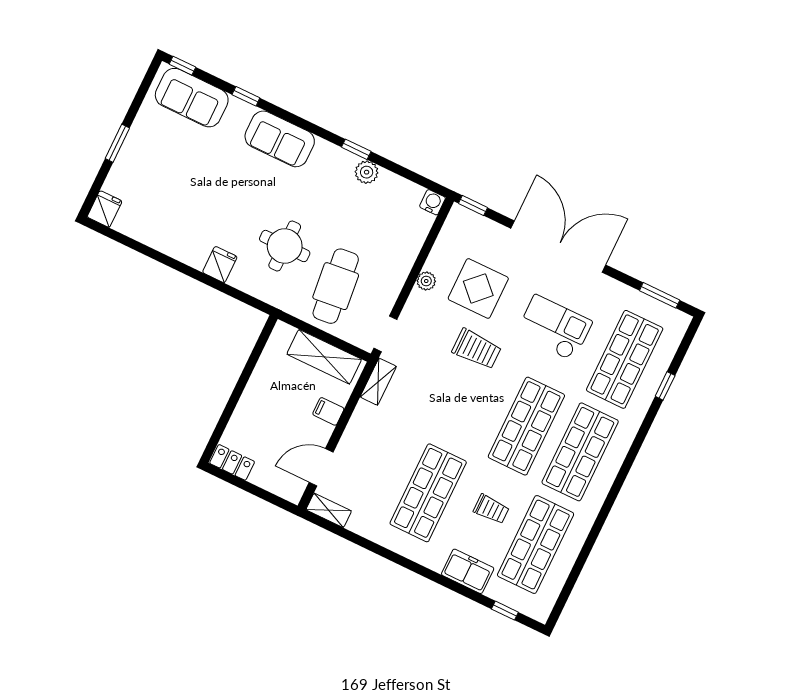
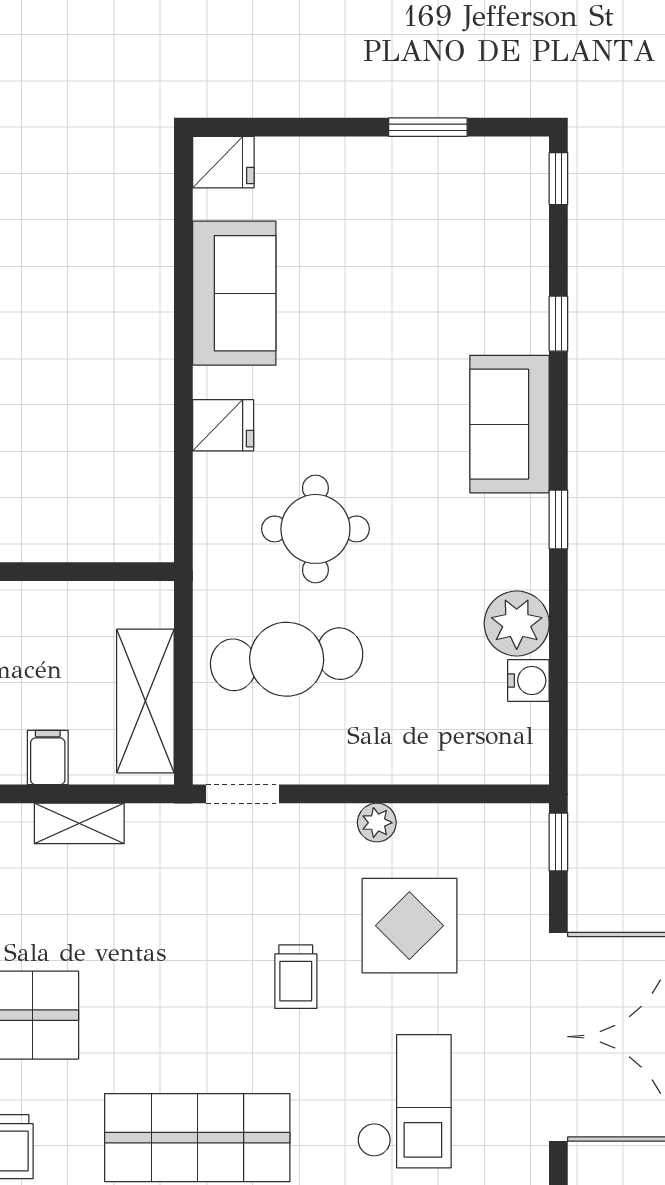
sofa: (192, 98) -> (234, 293), moved, turned 180
window: (117, 143) -> (428, 127), moved
window: (356, 149) -> (558, 519), moved
plant: (367, 172) -> (517, 624), width x1.36, depth x1.36
water cooler: (433, 202) -> (528, 680), moved
trolley: (477, 349) -> (296, 977), width x0.73, depth x0.72
shelving: (378, 382) -> (79, 823), moved

